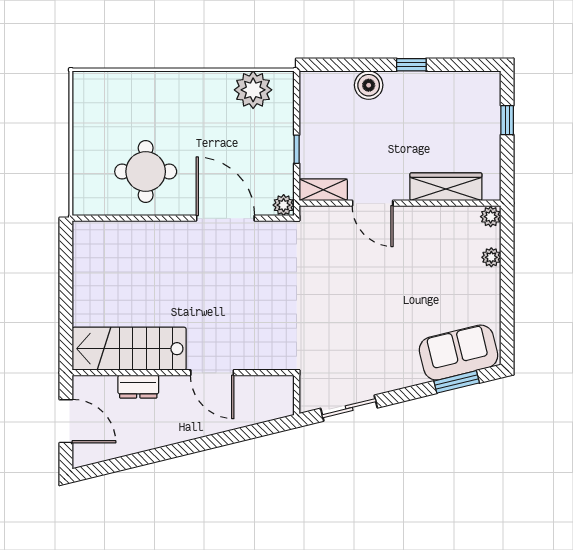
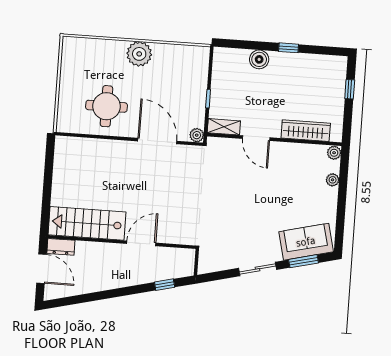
plant: (253, 90) -> (139, 54), moved
door: (212, 373) -> (141, 243), swing flipped
dresser: (138, 387) -> (61, 247), moved
sliding door: (349, 408) -> (257, 269), moved
window: (252, 432) -> (165, 285), added

